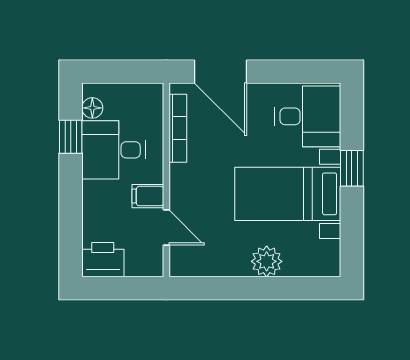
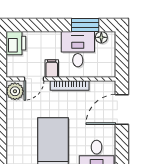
bookcase: (178, 128) -> (70, 85), moved
window: (71, 137) -> (85, 25), width x1.50
plant: (267, 261) -> (15, 91), moved

